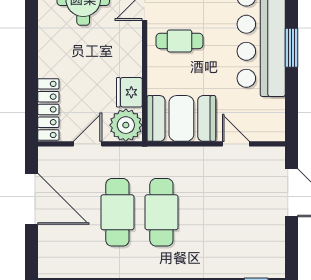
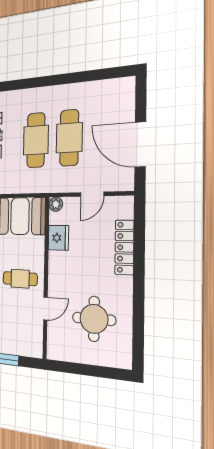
locker: (48, 109) -> (124, 247), moved
plant: (126, 125) -> (56, 204), width x0.53, depth x0.53

